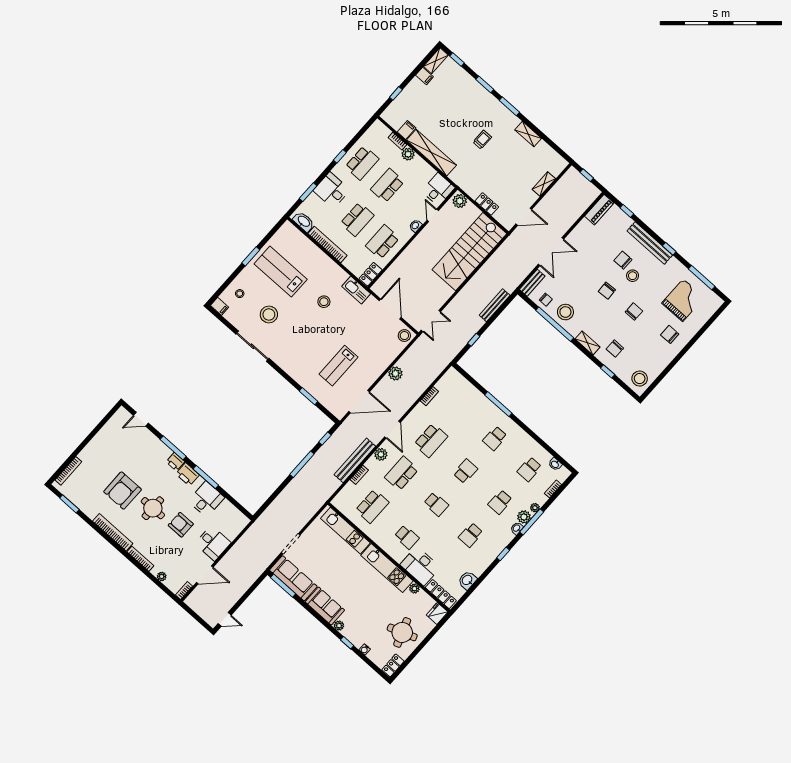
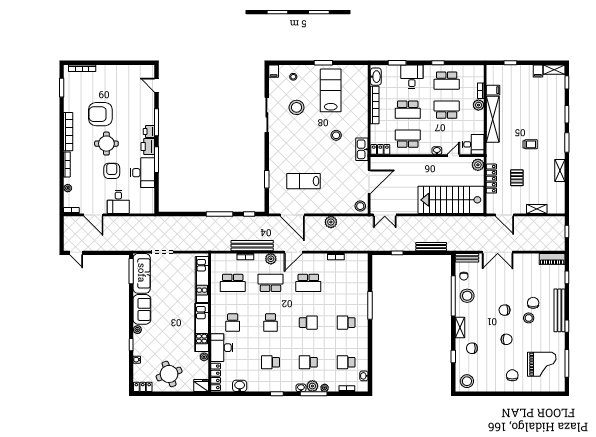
pallet: (501, 177) -> (517, 178), added
locker: (487, 204) -> (491, 179), width x1.53
desk: (206, 499) -> (143, 173), width x1.37

